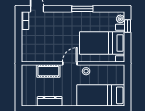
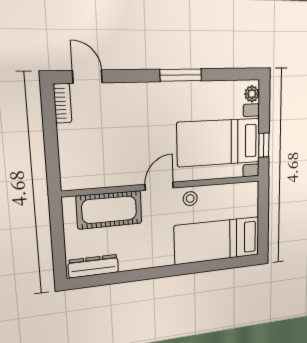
window: (127, 26) -> (264, 145), moved
cot: (48, 71) -> (109, 210), width x1.37, depth x1.34
dresser: (50, 101) -> (93, 266), moved

